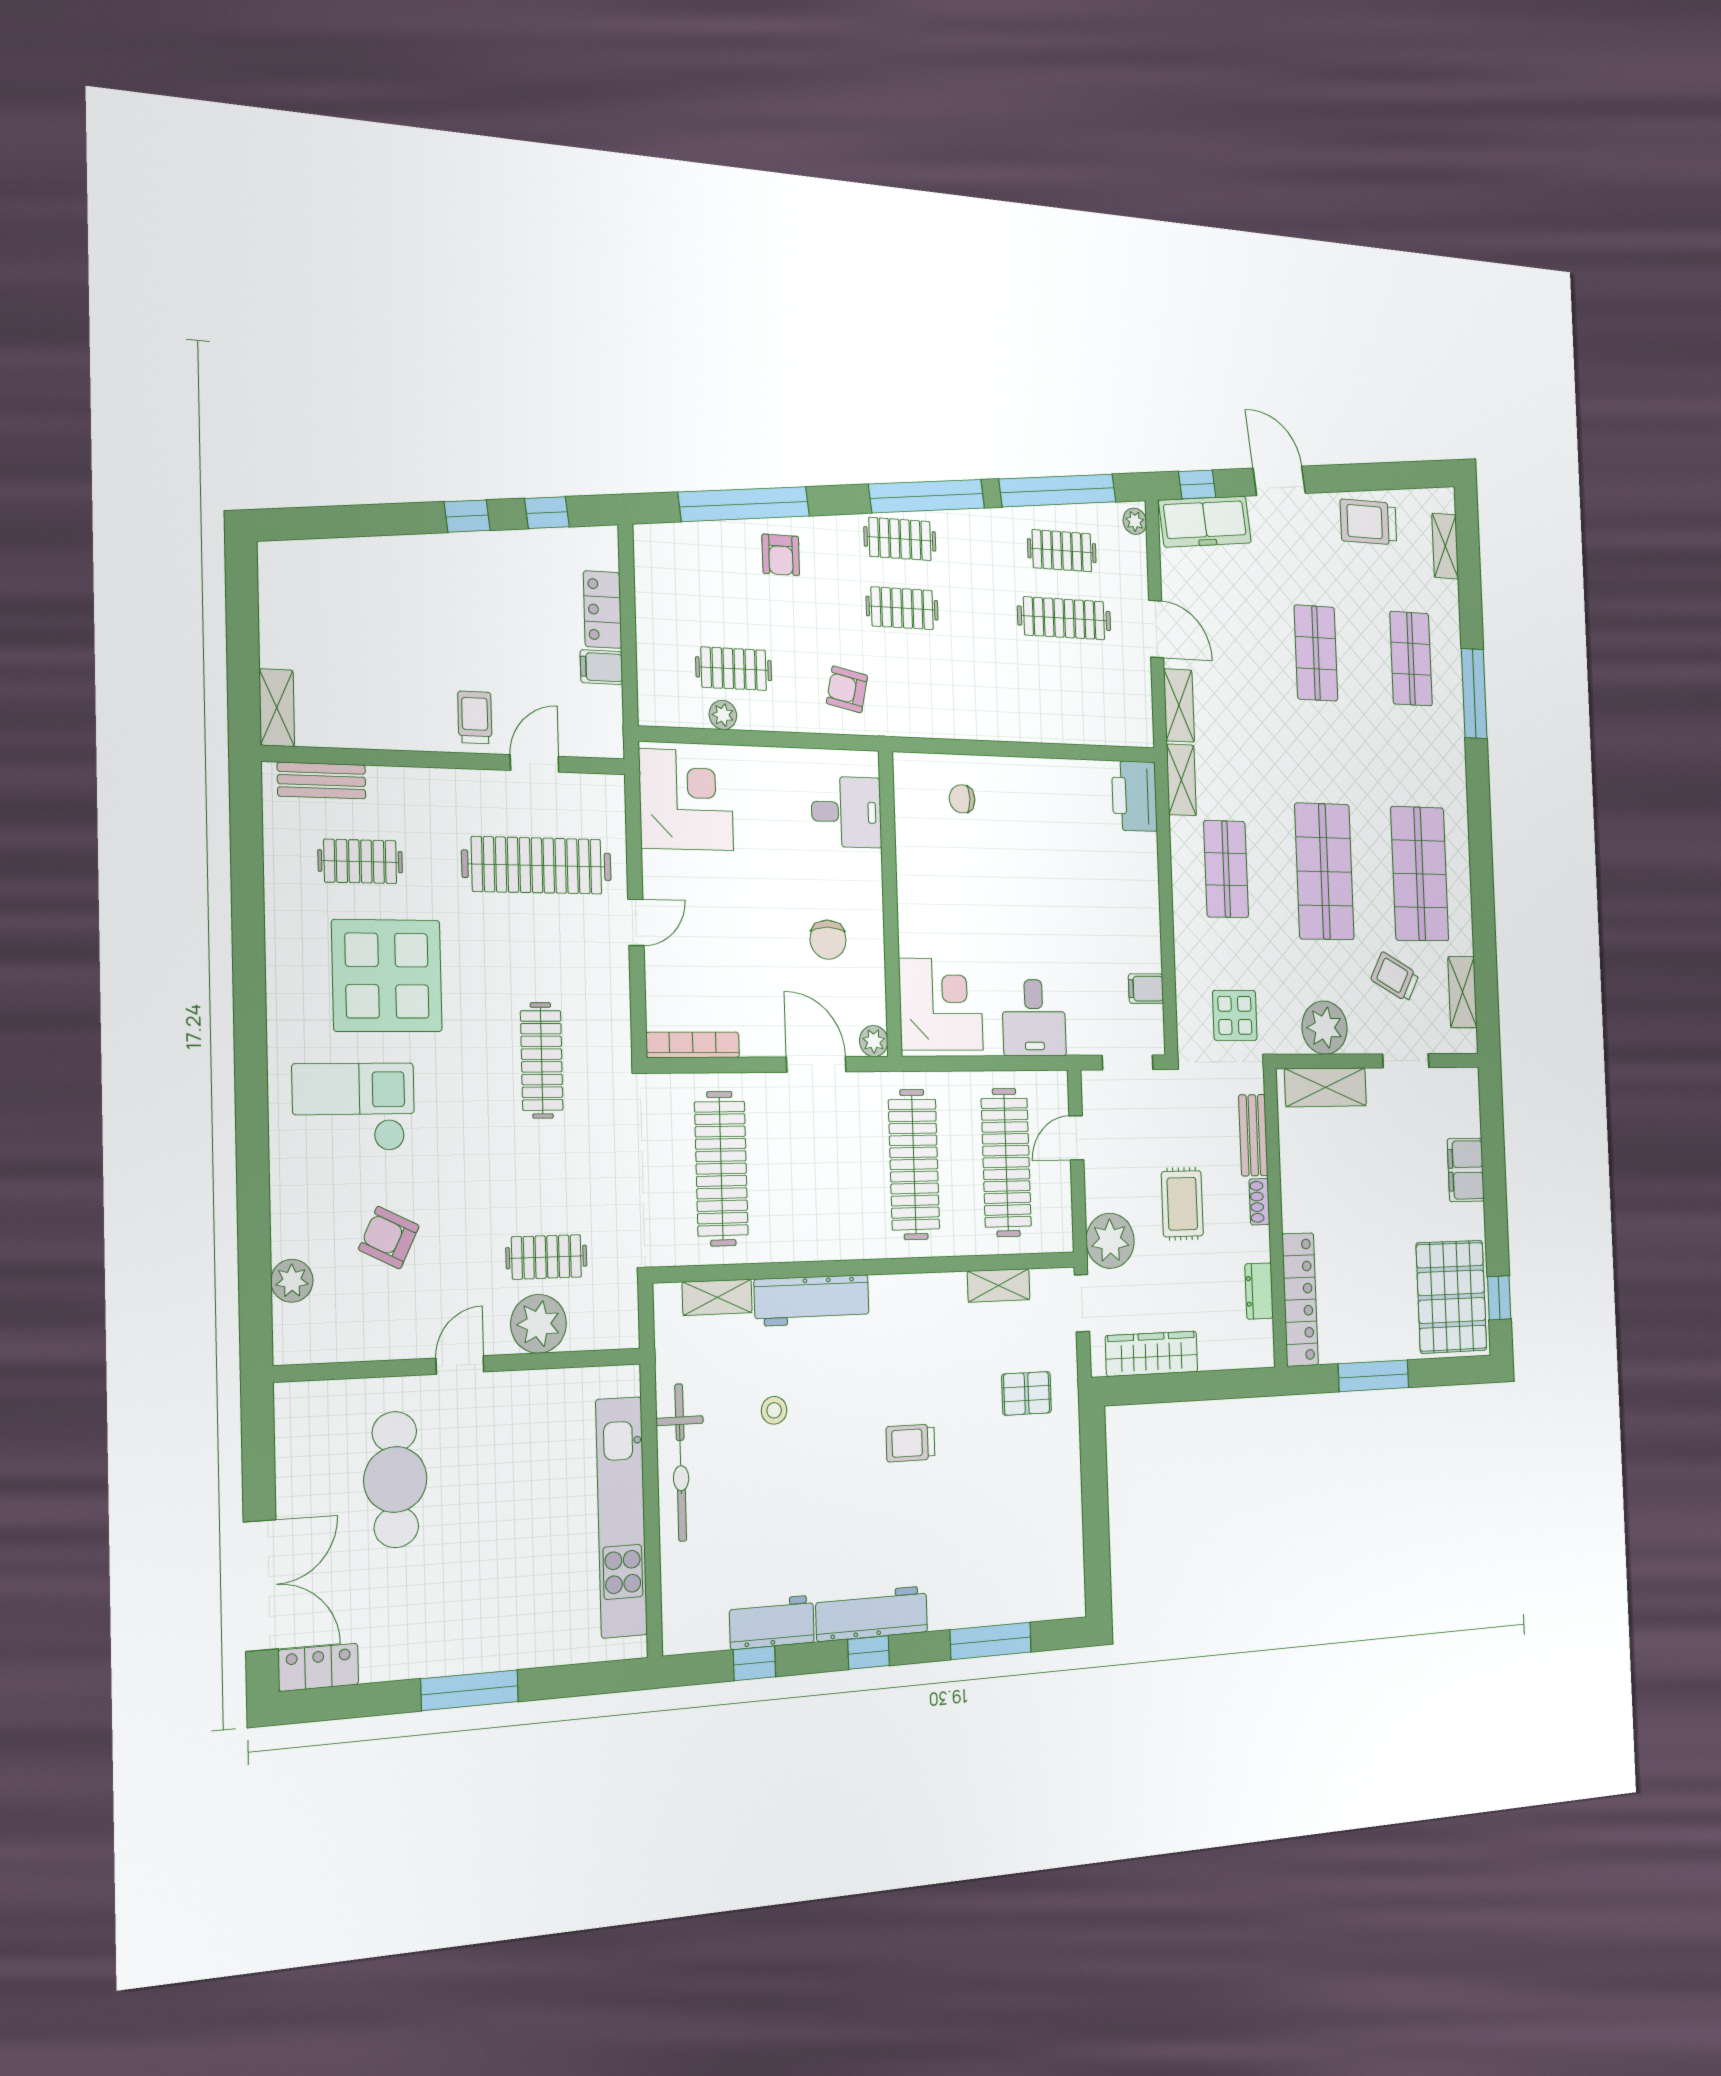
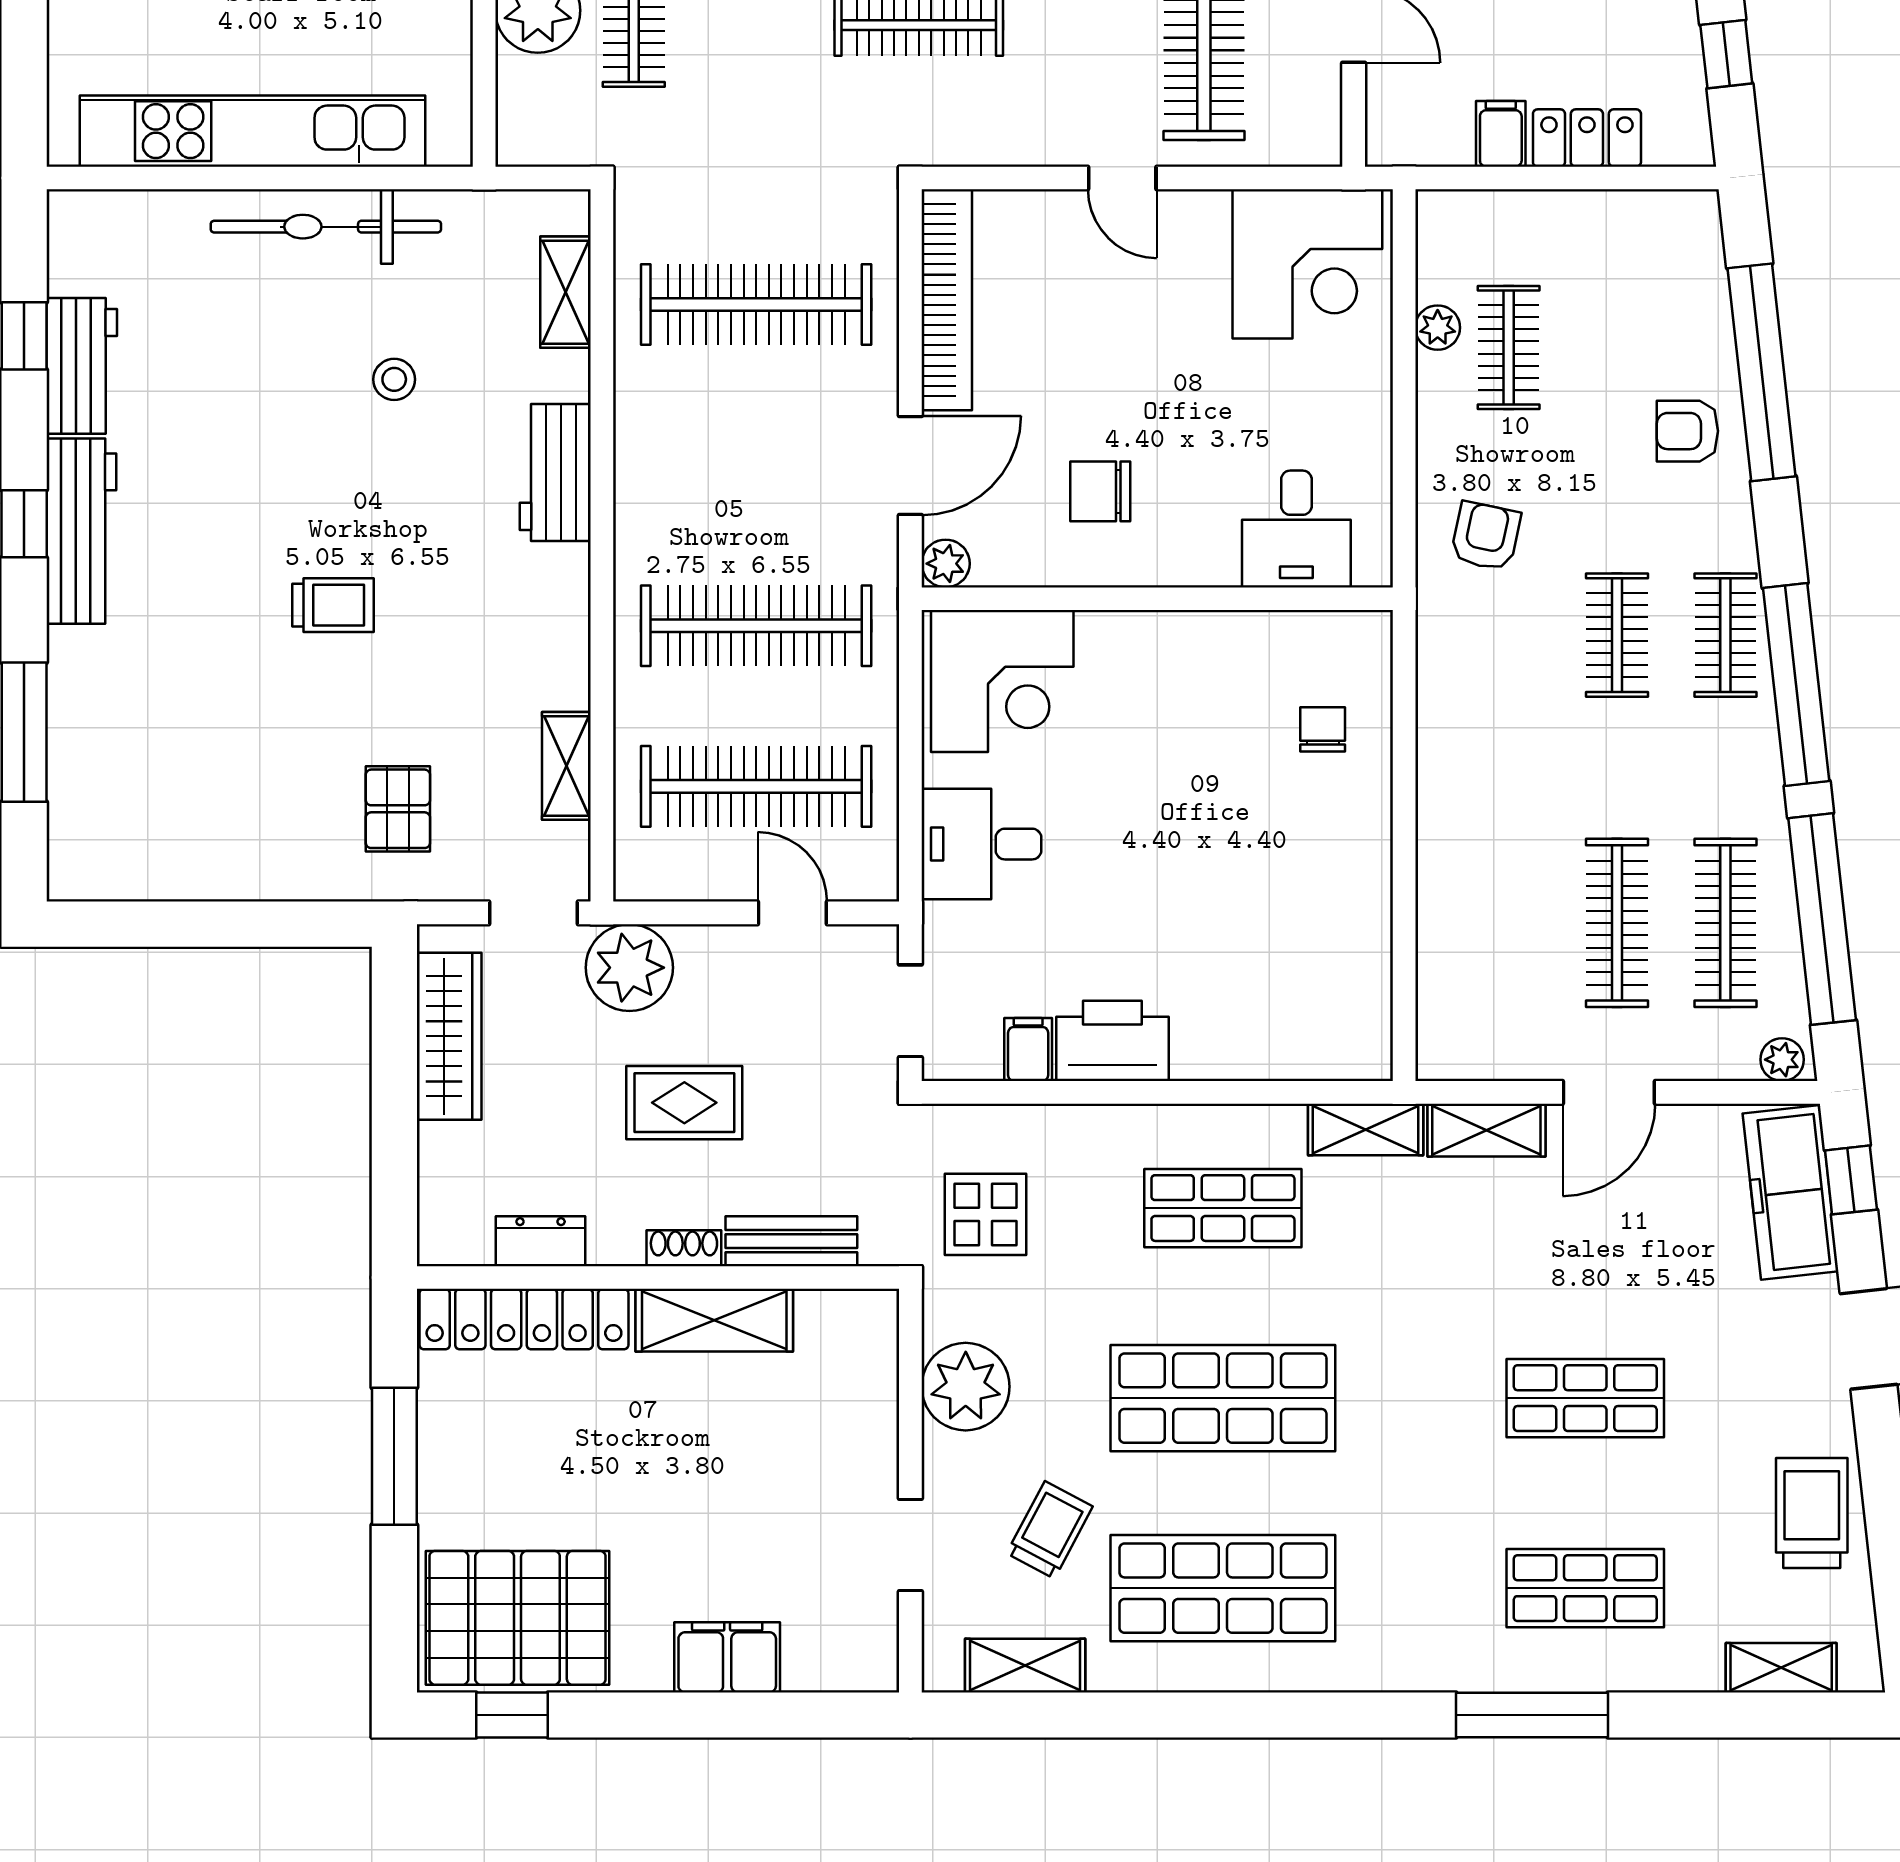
clothes rail: (1062, 551) -> (1725, 923), width x1.36
printer: (1134, 796) -> (1112, 1041), moved
bookcase: (693, 1045) -> (947, 300), width x1.48, depth x1.31
shelving: (1325, 1087) -> (714, 1320), moved, turned 90
workbench: (812, 1300) -> (555, 473), width x0.73
trolley: (910, 1443) -> (333, 605), turned 90

